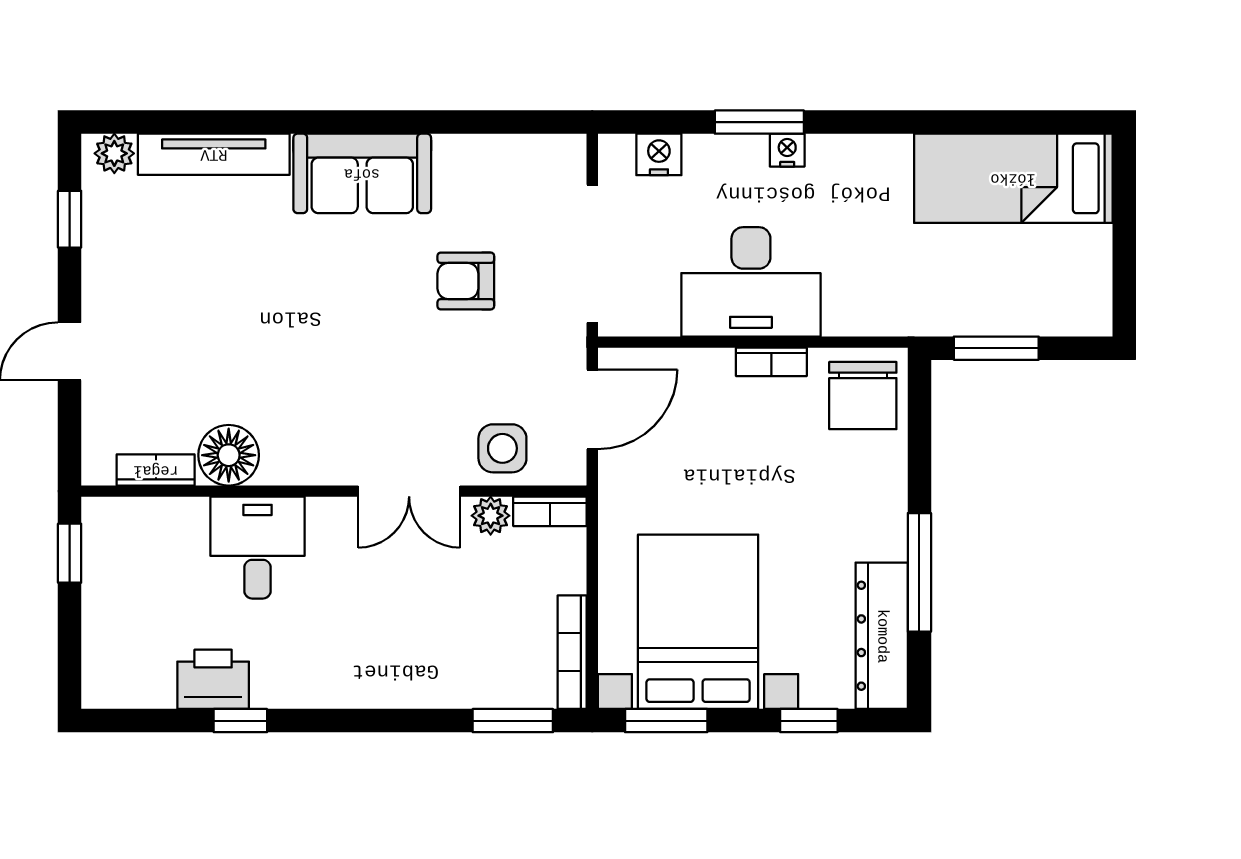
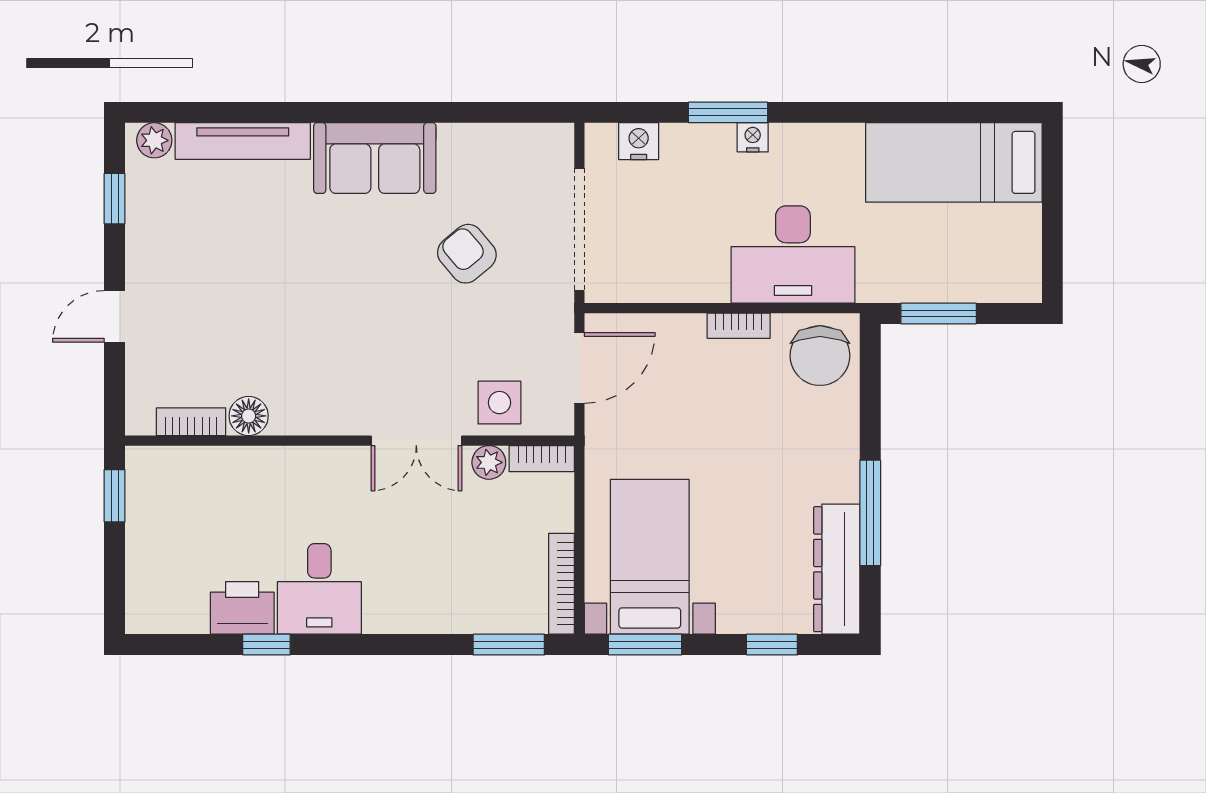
armchair: (466, 281) -> (467, 254), turned 50
desk: (751, 282) -> (793, 254), moved
floor lamp: (229, 455) -> (249, 416), width x0.73, depth x0.73
desk: (257, 548) -> (319, 589), moved, turned 180
bed with nightstands: (698, 622) -> (650, 557), width x0.73

